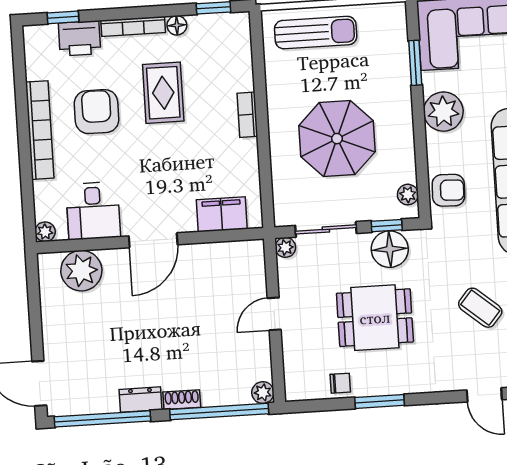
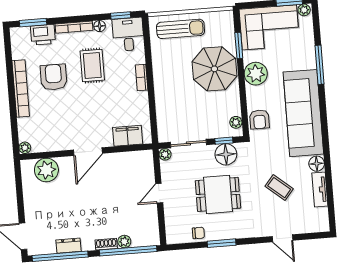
window: (63, 17) -> (33, 23), width x1.50
parasol: (337, 139) -> (214, 69), moved
armchair: (448, 190) -> (259, 119), turned 88
desk: (93, 211) -> (128, 34), moved, turned 180
plant: (263, 393) -> (124, 242), moved
dresser: (141, 400) -> (69, 246), moved

